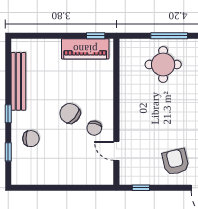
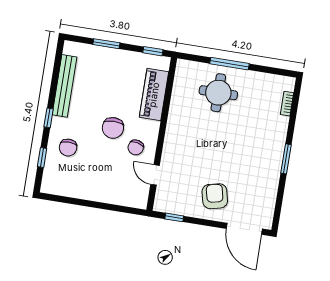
window: (51, 36) -> (106, 44), added
piano: (85, 49) -> (154, 95), moved, turned 90
chair: (70, 113) -> (113, 128), turned -131
chair: (31, 139) -> (68, 148), turned 90

